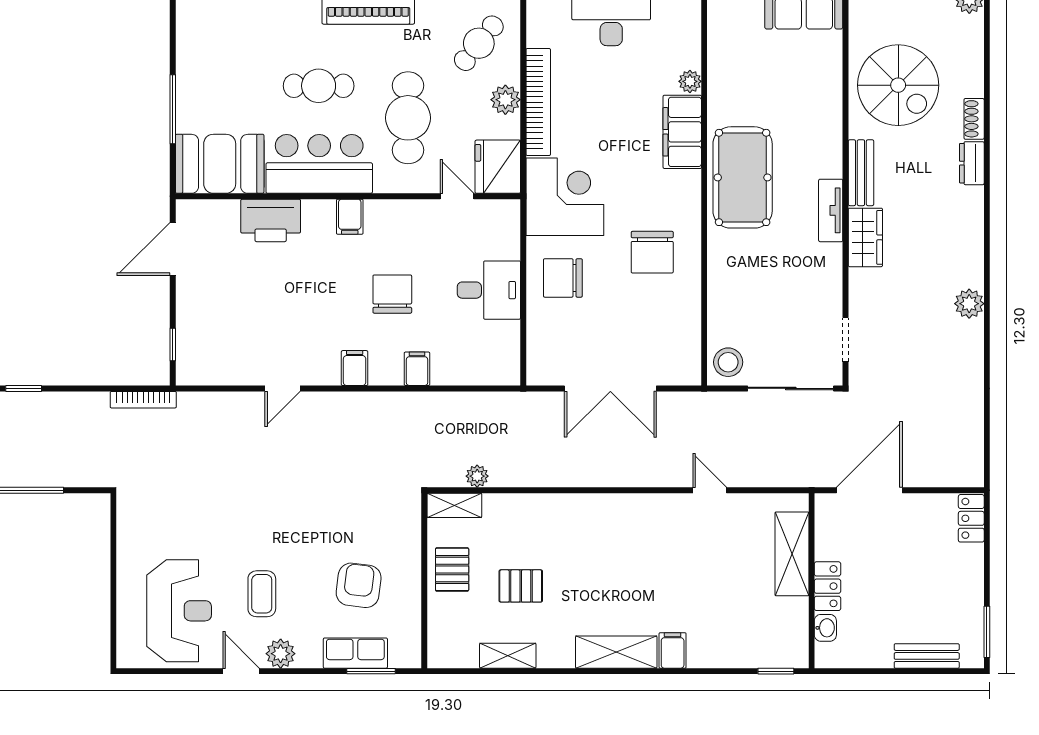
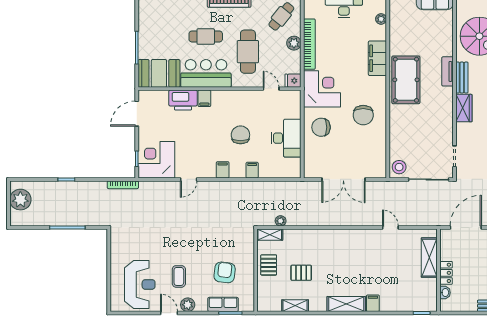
plant: (690, 81) -> (381, 19), moved
fridge: (498, 167) -> (293, 81), width x0.53, depth x0.75
tv unit: (831, 210) -> (448, 71), moved
filing cabinet: (350, 217) -> (204, 98), moved
desk: (489, 290) -> (286, 138), width x1.37
corner desk: (214, 347) -> (156, 160), added

